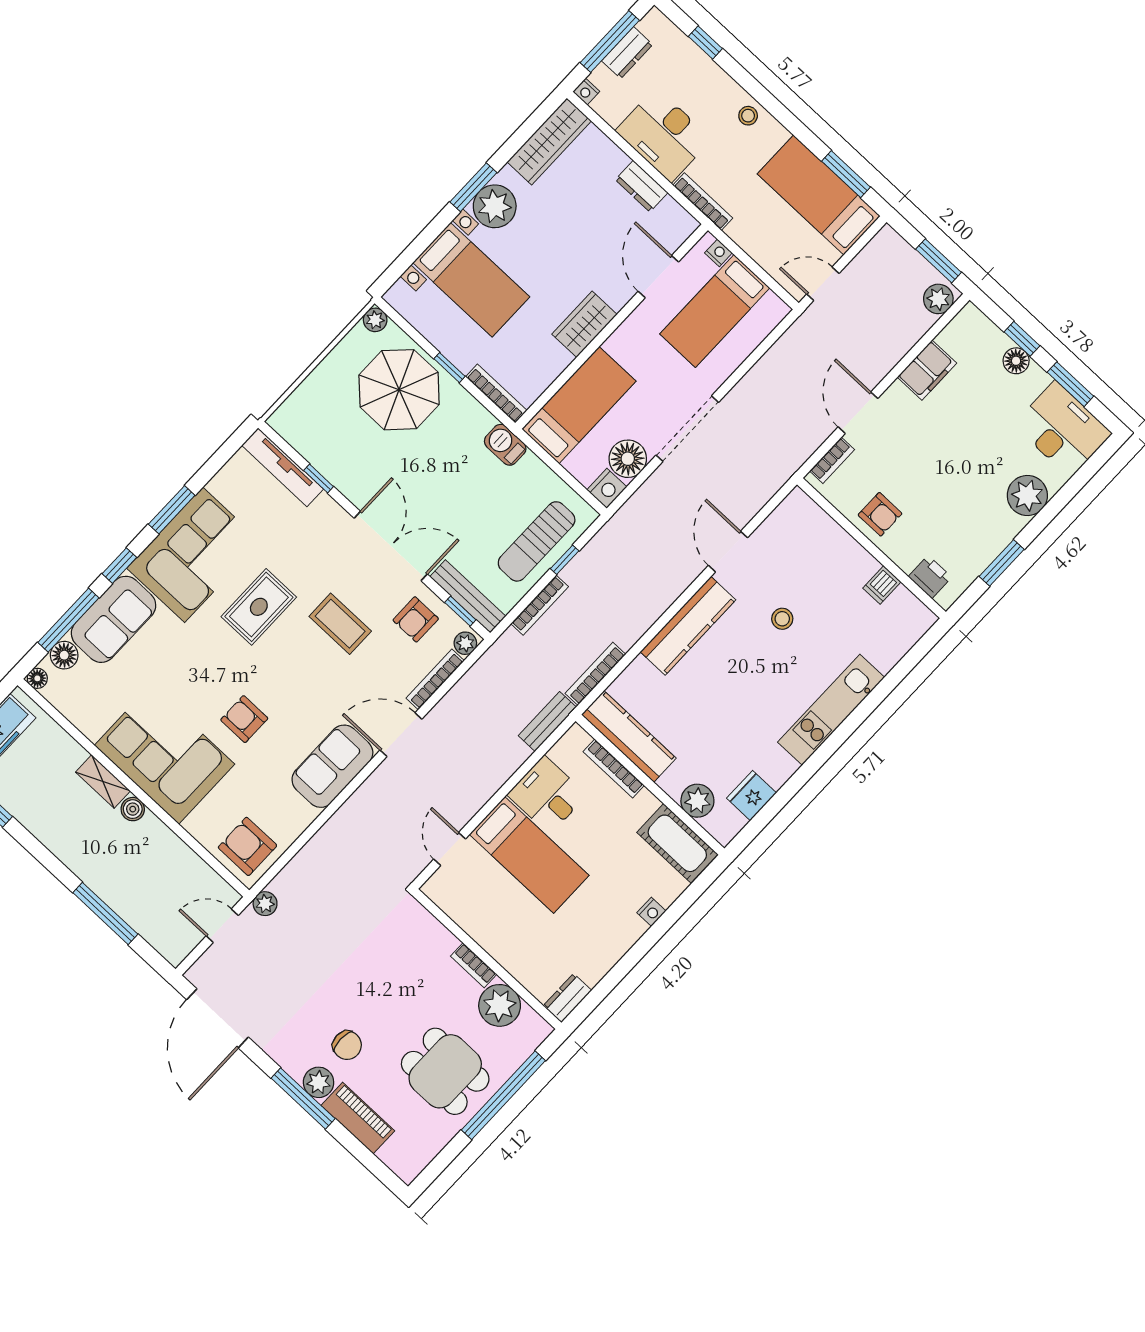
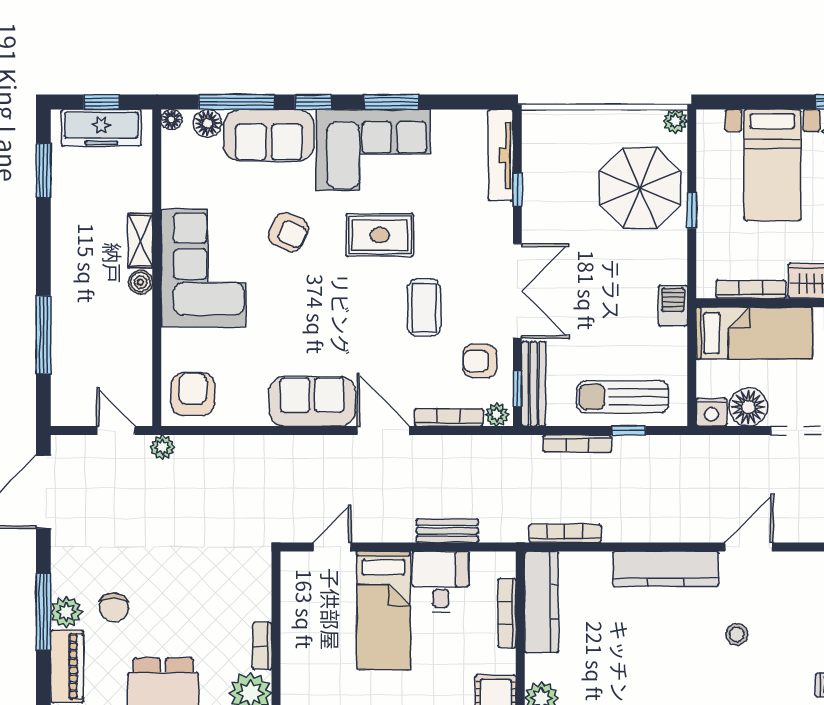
bookcase: (496, 394) -> (751, 289), moved, turned -90
armchair: (244, 719) -> (288, 232), moved, turned 115
bench: (547, 721) -> (447, 531), moved

